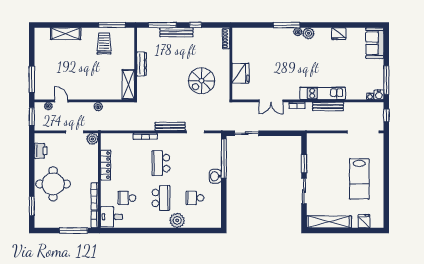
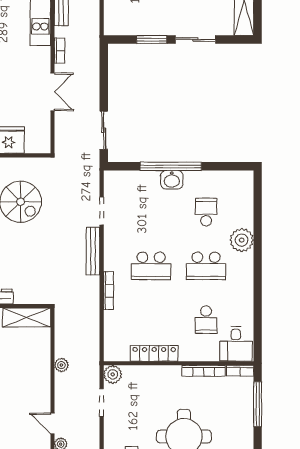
door: (61, 101) -> (52, 423), hinge flipped
window: (224, 159) -> (171, 166), moved
school desk: (161, 198) -> (206, 266), turned 180
school desk: (195, 198) -> (206, 212), turned 180

